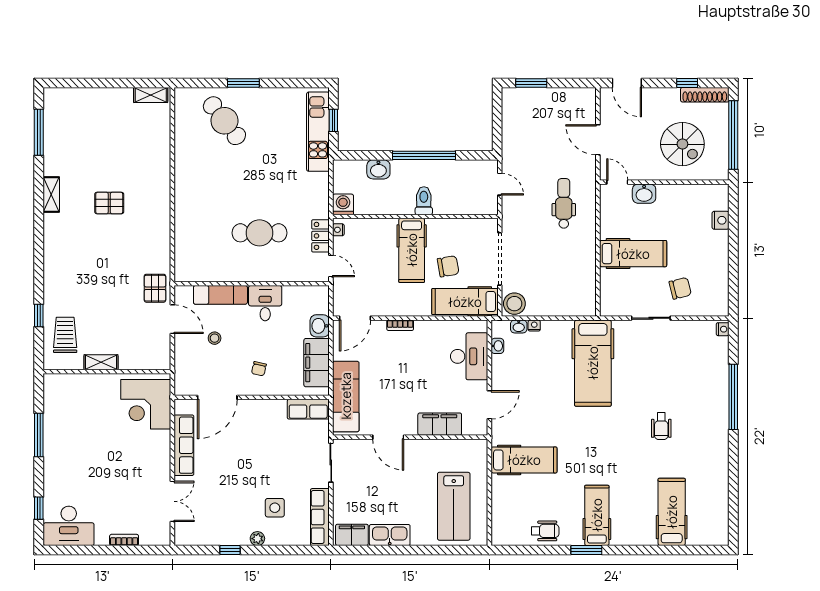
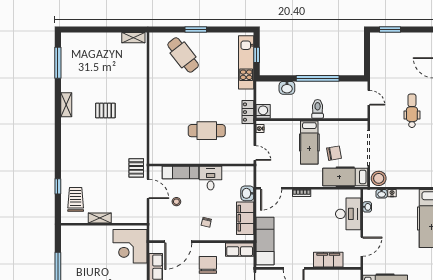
locker: (320, 236) -> (248, 112), moved
chair: (261, 432) -> (208, 265), added

